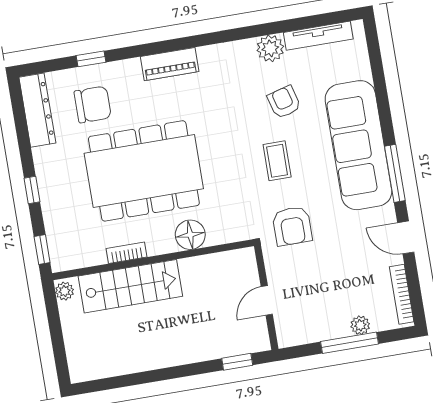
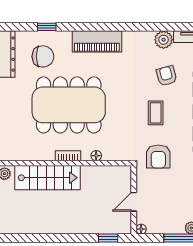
piano: (170, 64) -> (97, 41), width x1.37, depth x1.33
floor lamp: (190, 235) -> (96, 156), width x0.53, depth x0.53
bookcase: (127, 253) -> (68, 156), moved
floor lamp: (285, 340) -> (141, 229), added

